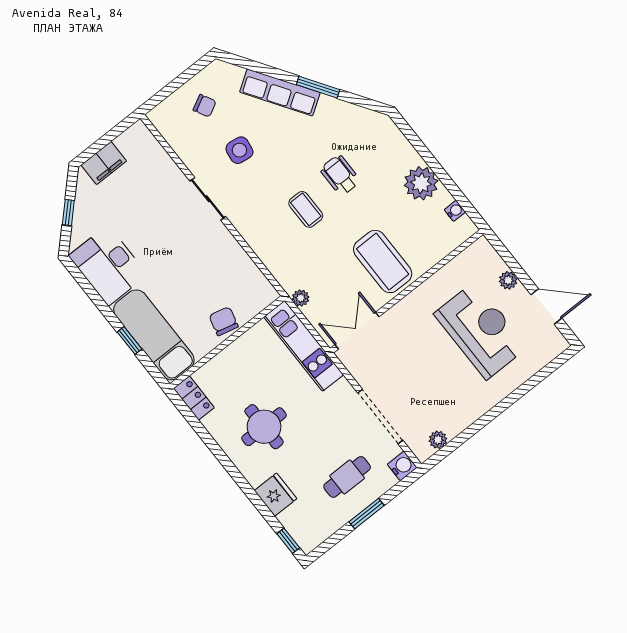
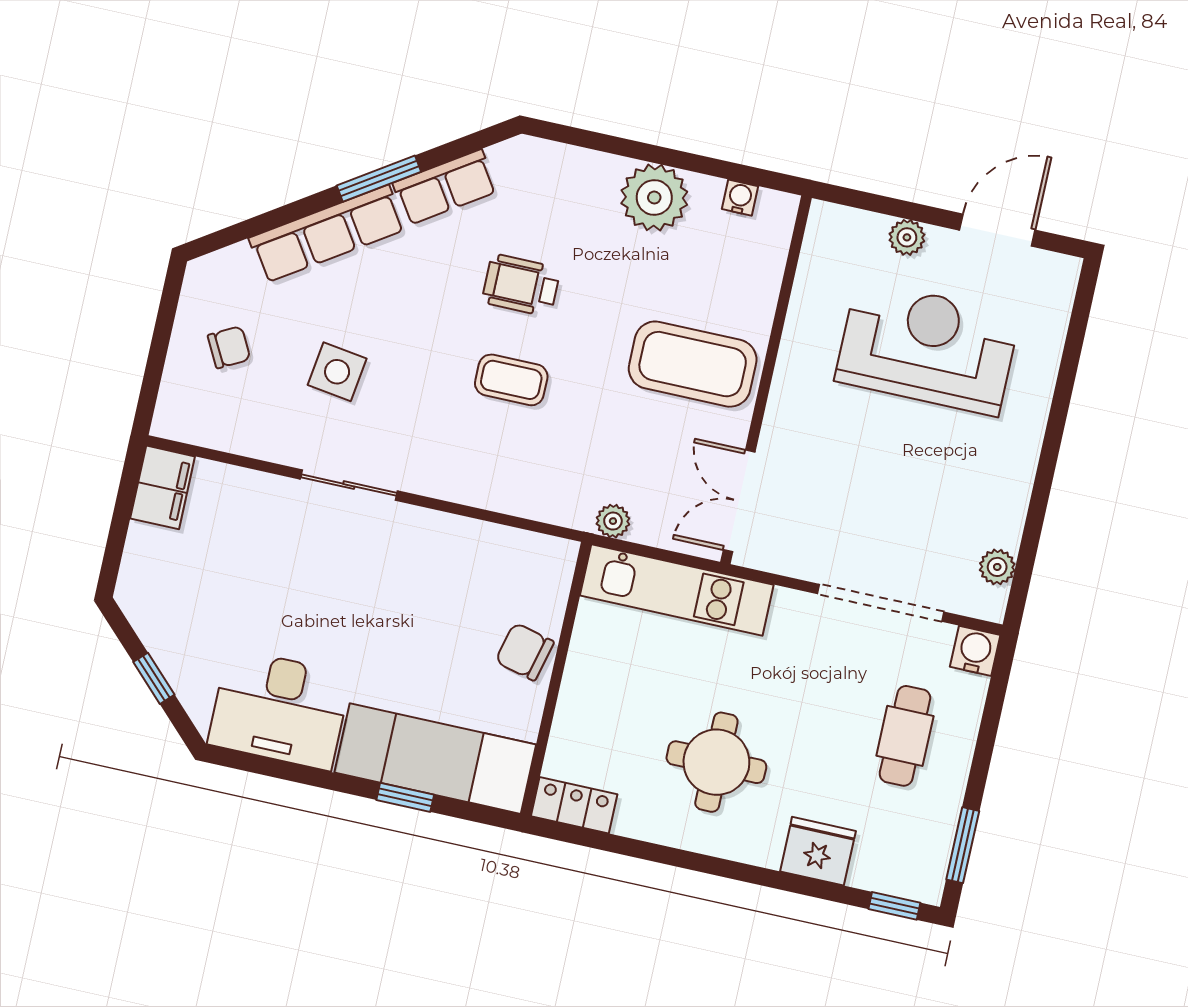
row of seats: (342, 112) -> (445, 187), added
filing cabinet: (104, 163) -> (163, 487), moved
window: (367, 514) -> (963, 845), moved

